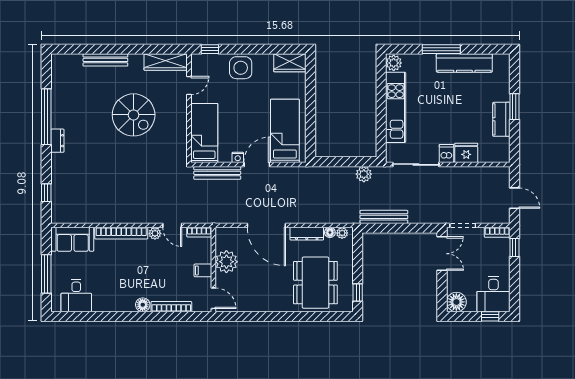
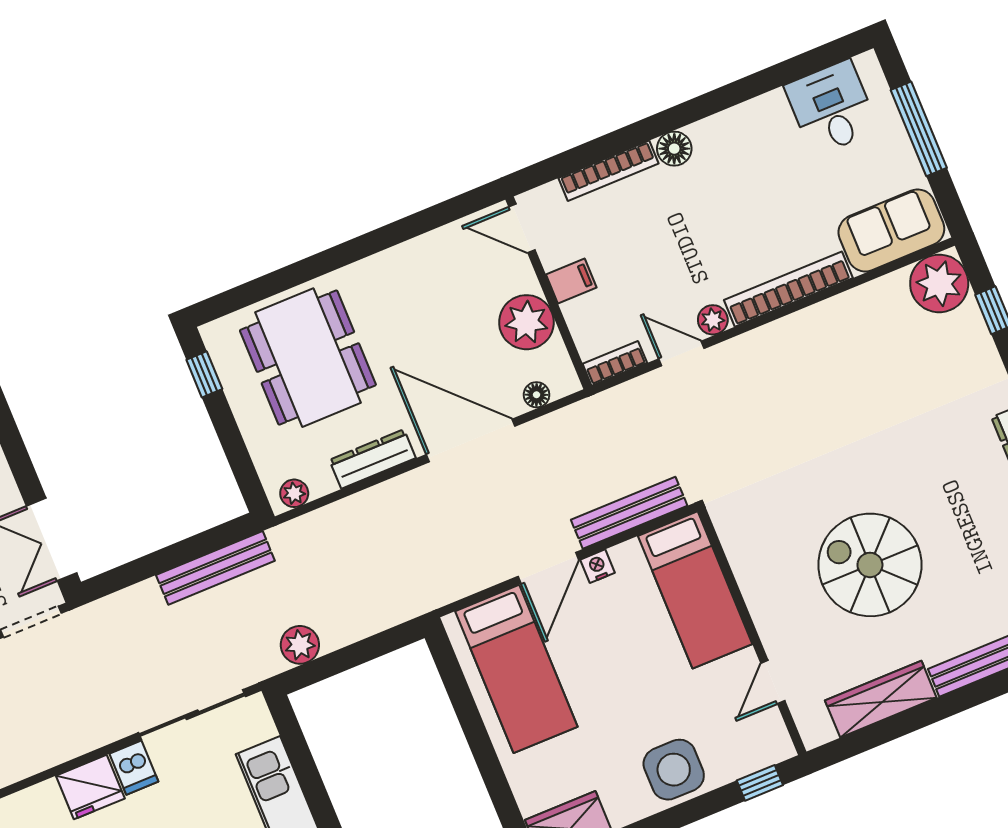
wardrobe: (166, 62) -> (881, 699), moved
plant: (63, 212) -> (939, 283), added
floor lamp: (330, 232) -> (537, 395), moved

